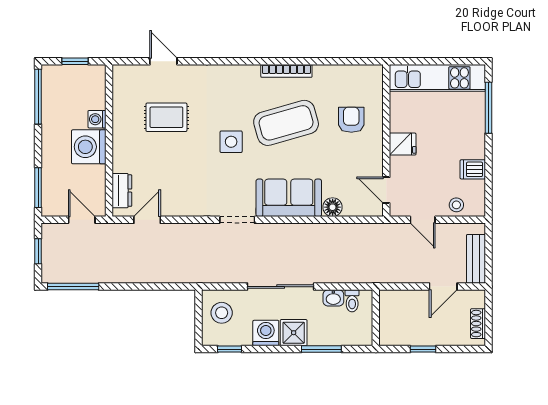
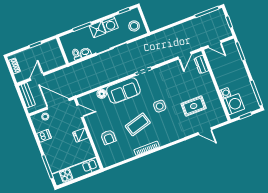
coffee table: (286, 123) -> (138, 124), width x0.73, depth x0.76
washing machine: (89, 147) -> (234, 104), moved
door: (423, 220) -> (58, 104), width x1.87

